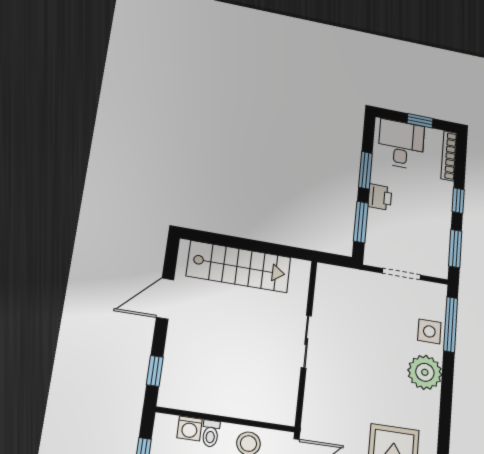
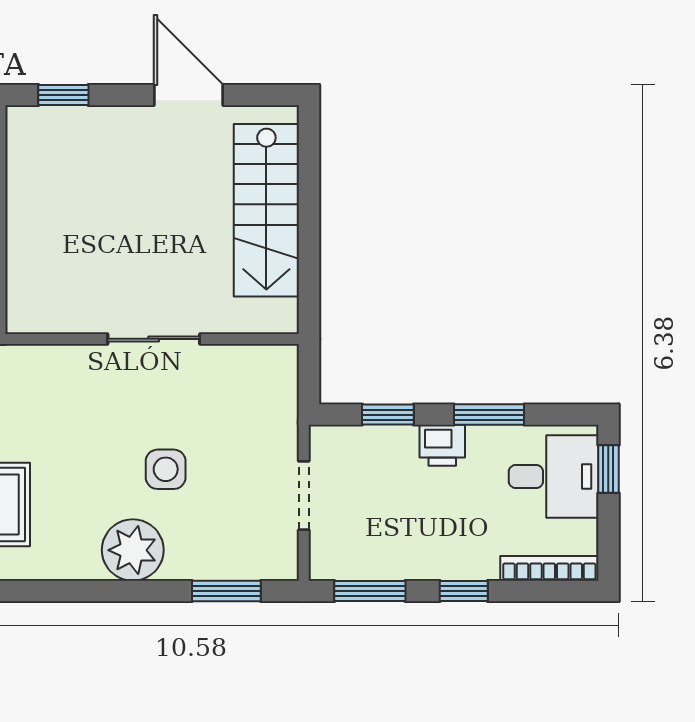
window: (420, 121) -> (608, 469), moved
window: (361, 222) -> (388, 415), width x0.67
window: (451, 325) -> (226, 591), width x0.69
side table: (429, 331) -> (166, 469), moved

